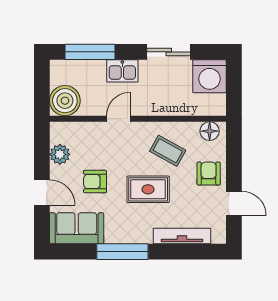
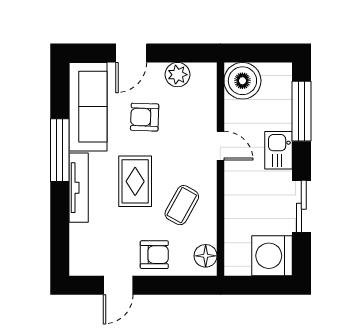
armchair: (95, 182) -> (145, 117), turned -88
sofa: (77, 228) -> (88, 107), width x1.36
tv unit: (182, 236) -> (79, 188), moved

